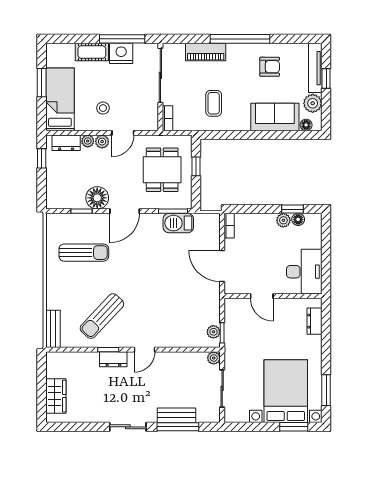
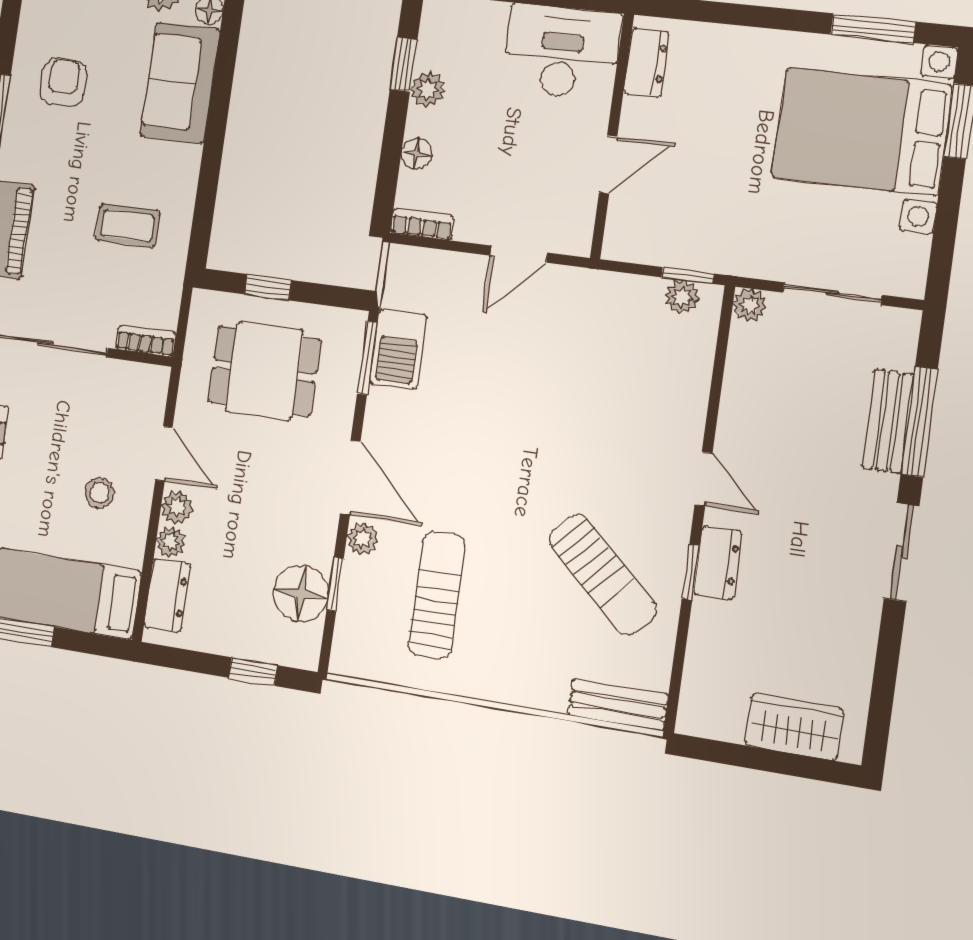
window: (42, 158) -> (253, 672), moved
floor lamp: (97, 198) -> (301, 594), moved
floor lamp: (298, 219) -> (416, 154), moved
plant: (101, 220) -> (362, 539), added
door: (222, 266) -> (519, 254), width x0.73
dresser: (314, 321) -> (646, 62), moved, turned -90

